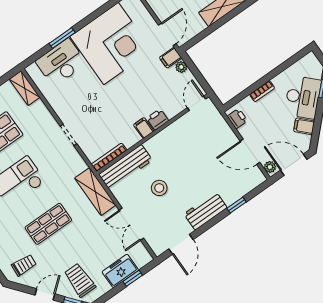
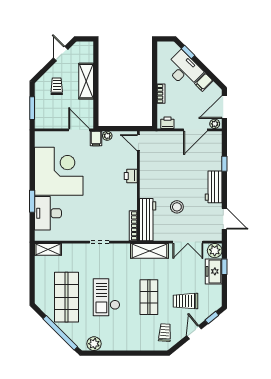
filing cabinet: (144, 128) -> (130, 189), removed
plant: (142, 257) -> (215, 251), added
trolley: (80, 280) -> (186, 301), moved

